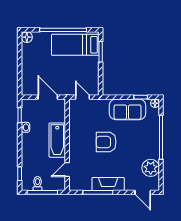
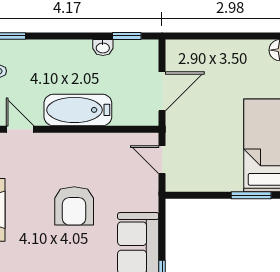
door: (83, 97) -> (162, 160), swing flipped
armchair: (106, 142) -> (74, 206), turned 180

